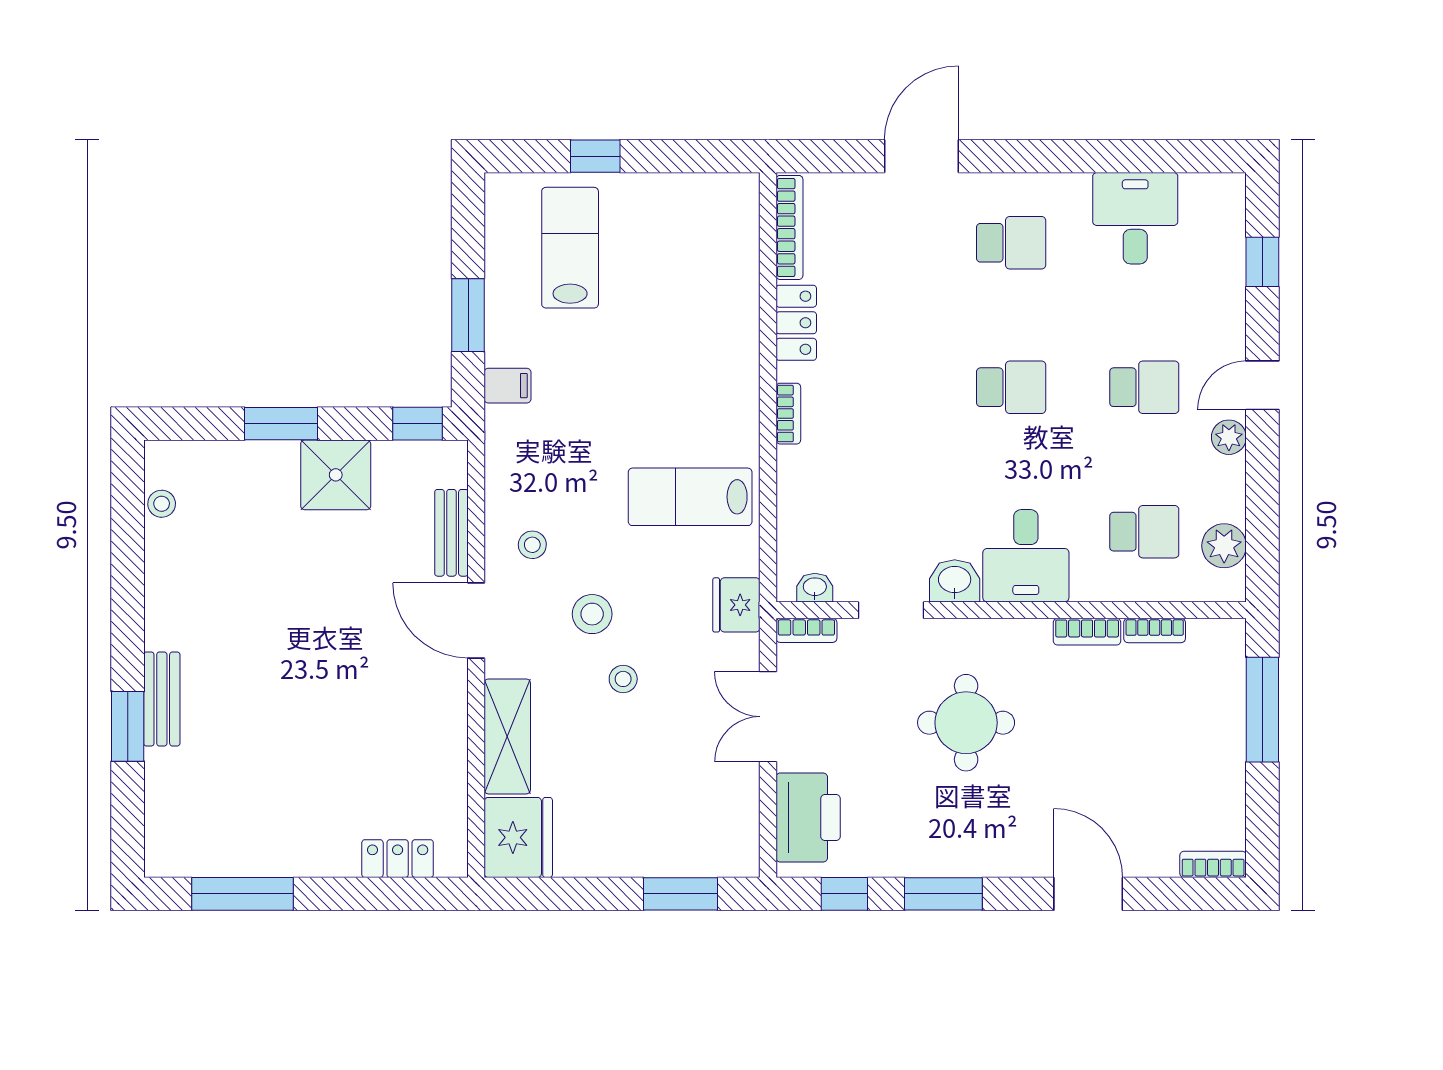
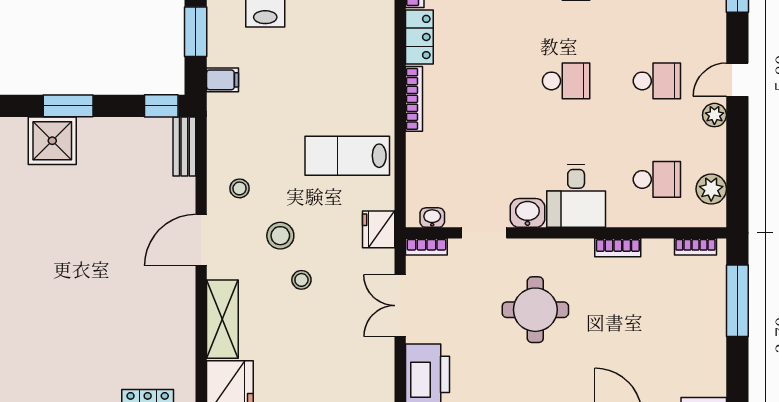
bookcase: (788, 414) -> (414, 99), width x1.56
shower: (336, 475) -> (52, 141), moved
bench: (451, 533) -> (184, 147), moved
door: (476, 621) -> (201, 240), hinge flipped
bookcase: (1155, 630) -> (695, 247), moved

